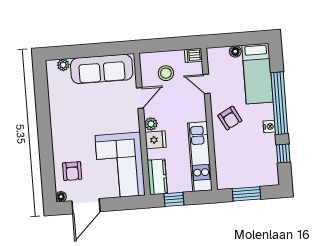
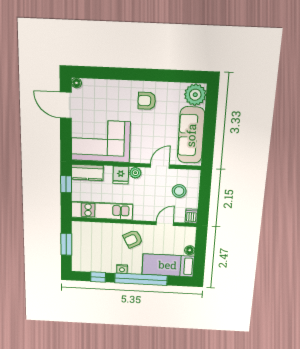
plant: (63, 65) -> (195, 95), width x1.87, depth x1.87
door: (140, 98) -> (160, 166), swing flipped
armchair: (72, 171) -> (147, 101), moved

